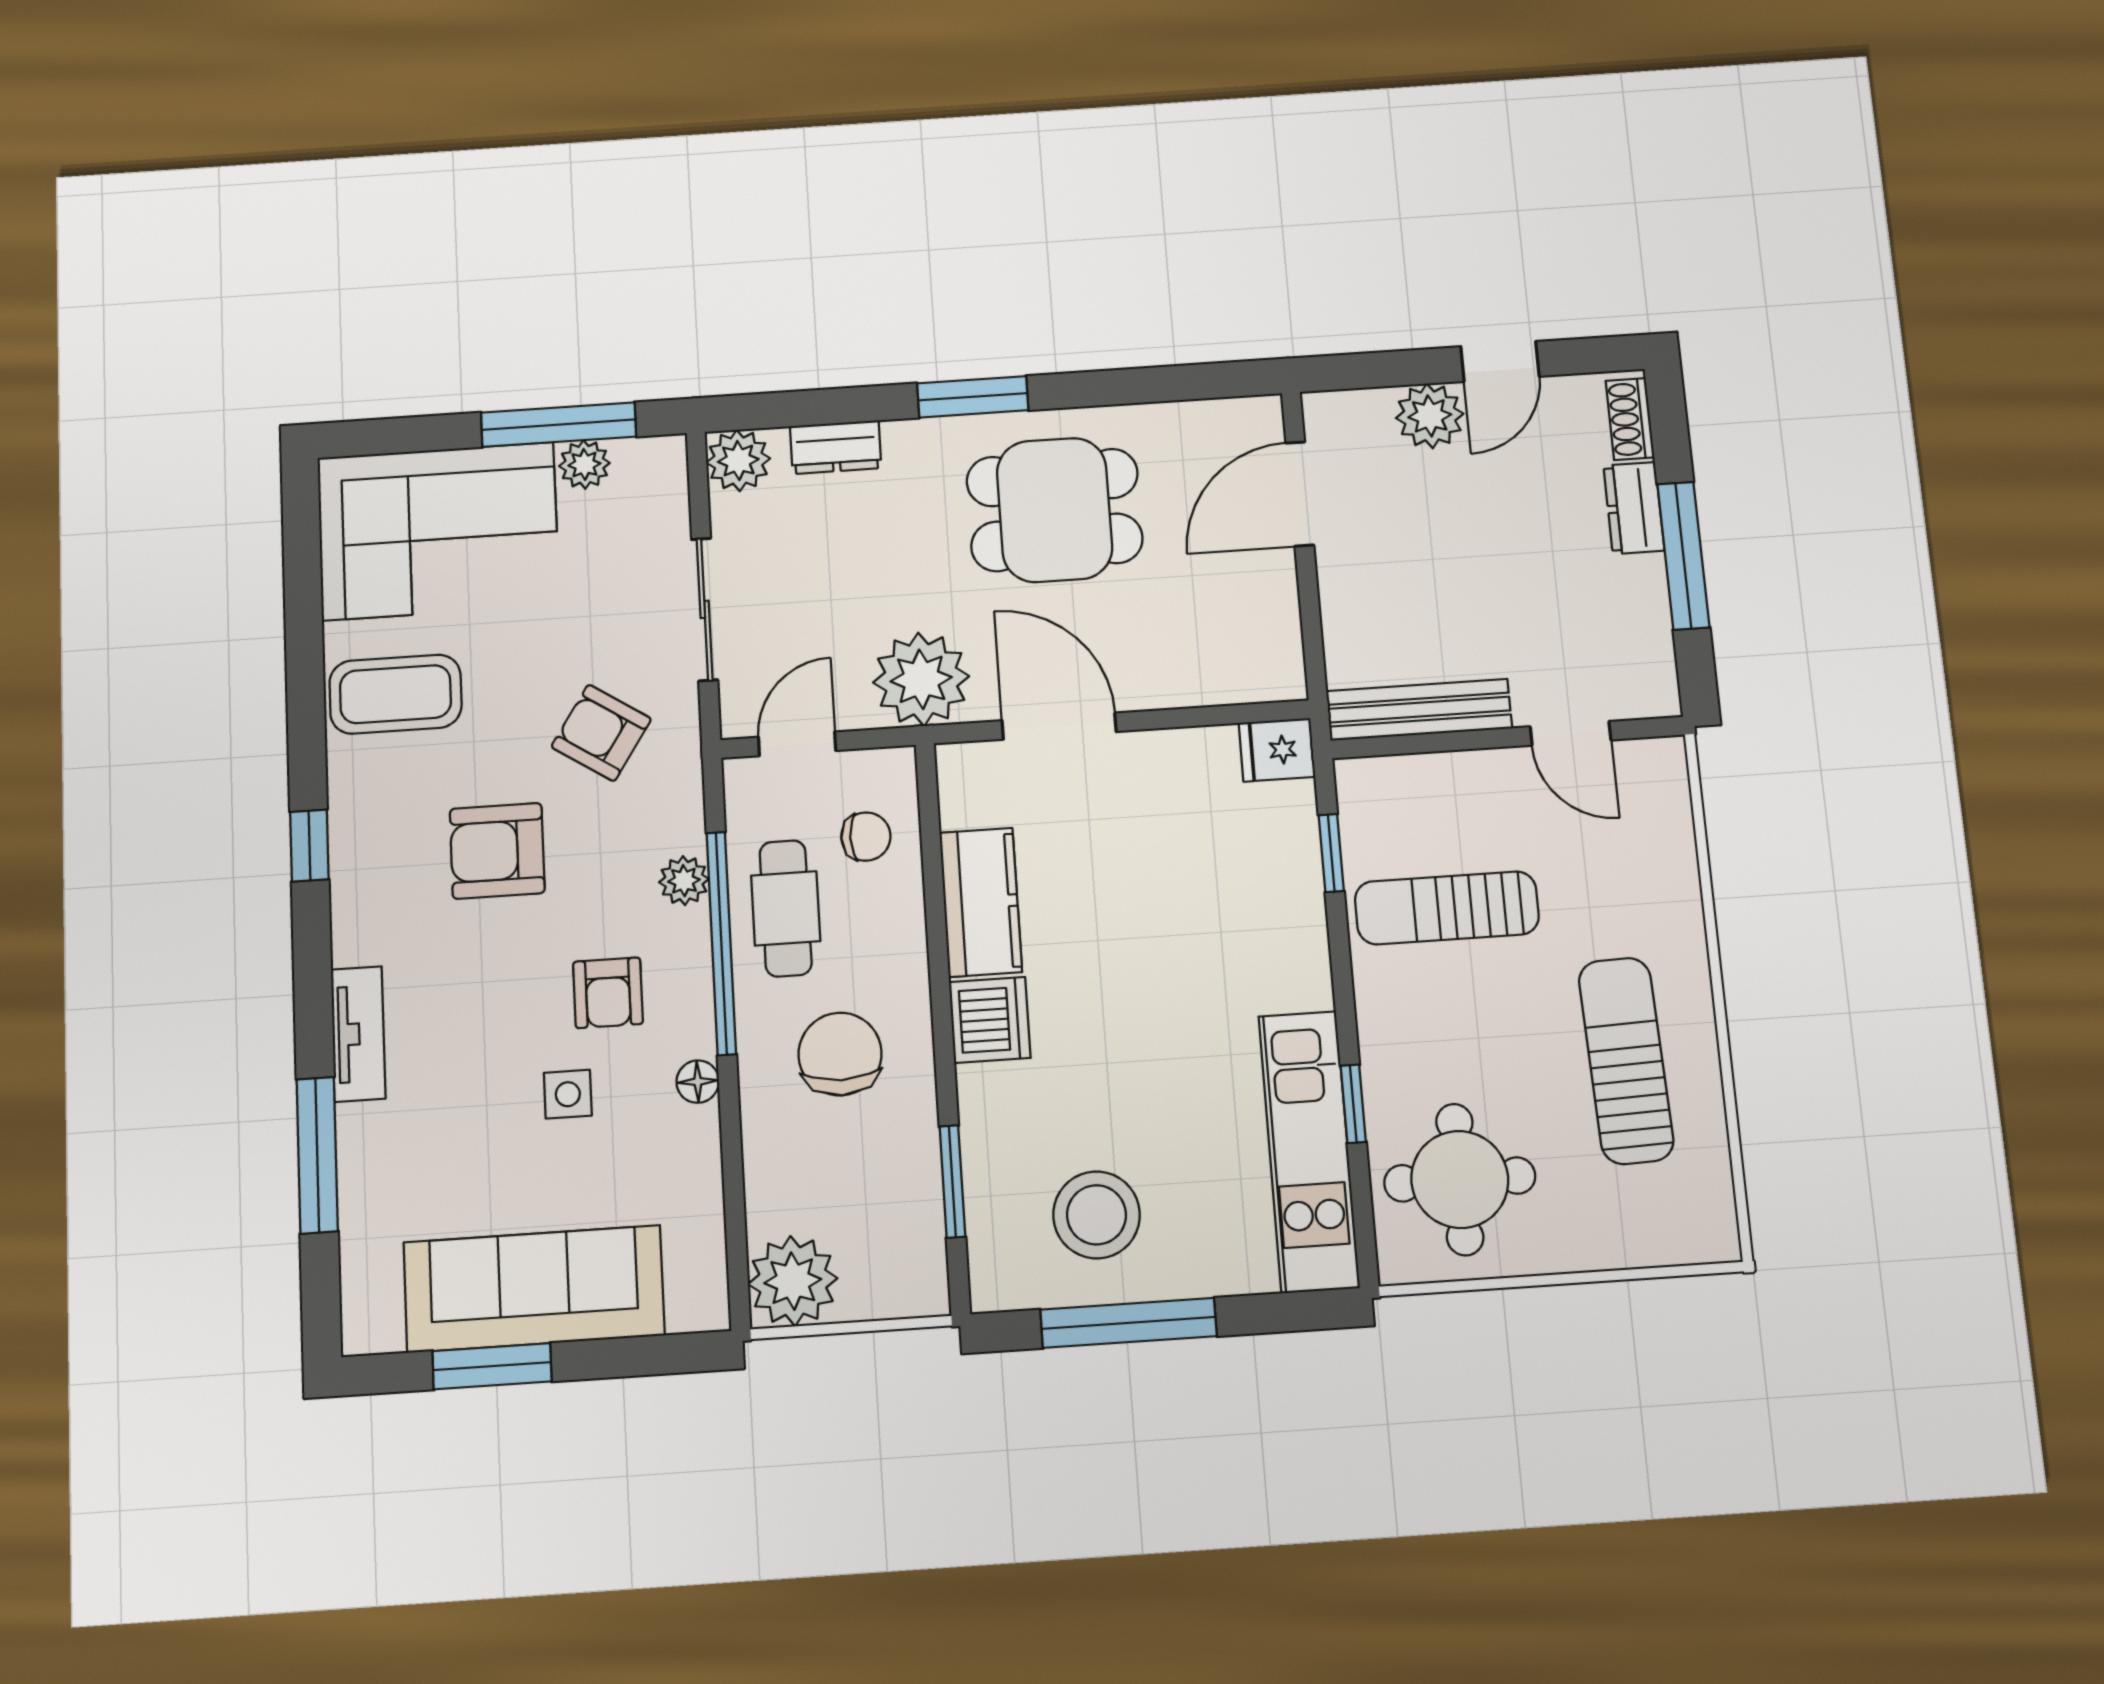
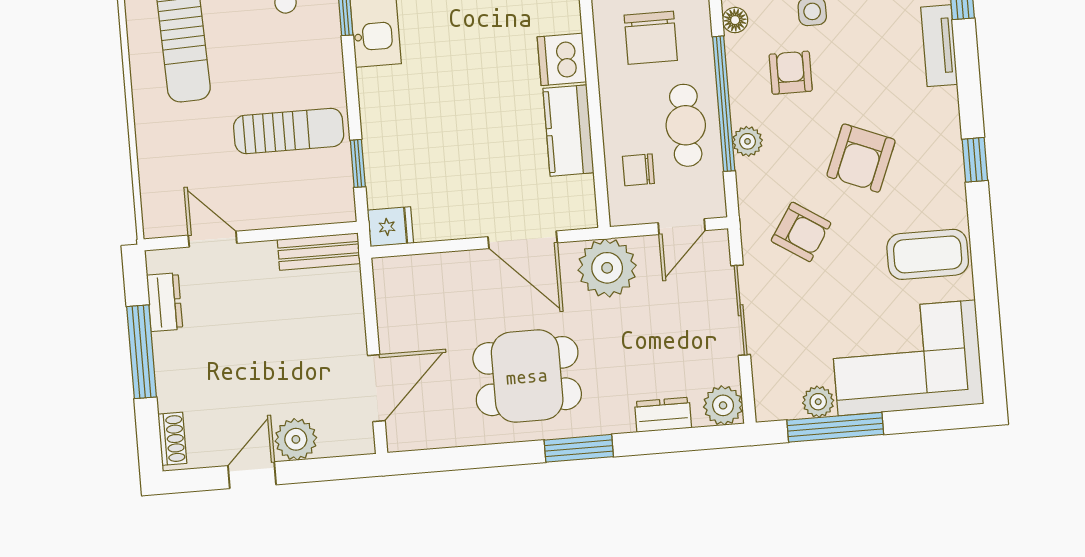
dresser: (1634, 508) -> (165, 302), moved
bench: (1419, 710) -> (319, 252), width x0.73
armchair: (497, 851) -> (861, 158), turned 112

